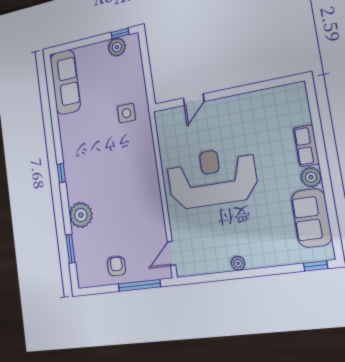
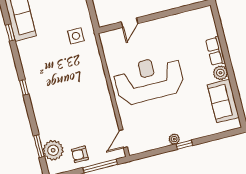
window: (53, 104) -> (10, 32), added
plant: (81, 215) -> (53, 150), moved
armchair: (117, 266) -> (80, 154), turned -90
window: (316, 266) -> (184, 145), moved

